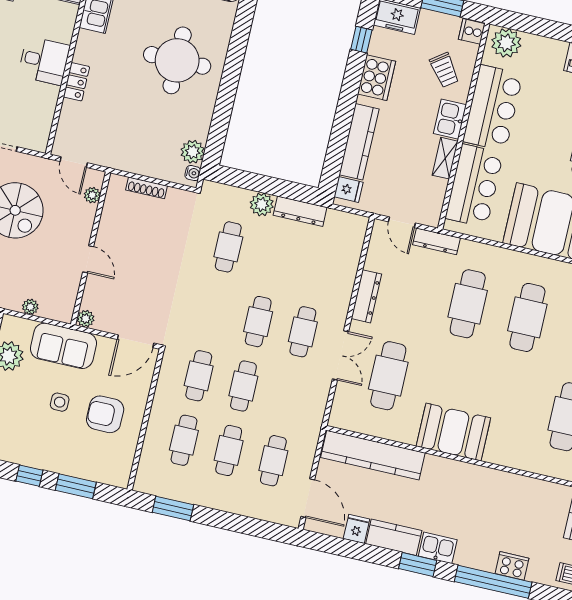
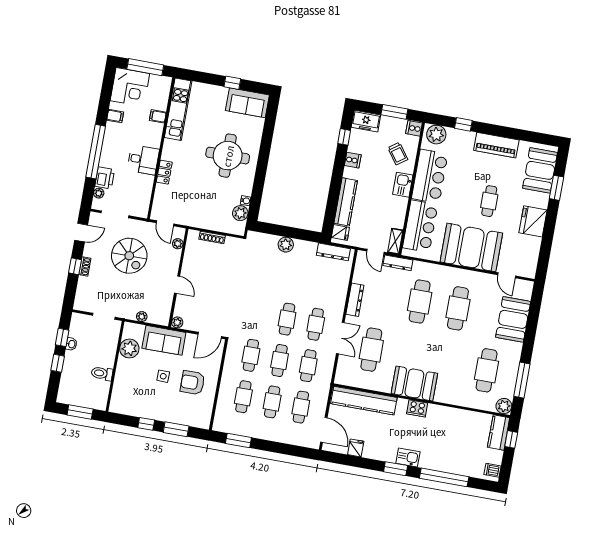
window: (549, 29) -> (463, 124), added
cooker: (377, 78) -> (353, 160), width x0.53, depth x0.76
shelving: (445, 158) -> (395, 241), moved
water cooler: (193, 173) -> (246, 201), moved
dresser: (300, 211) -> (333, 252), moved
cafe table: (228, 247) -> (308, 366), moved
kitchen counter: (394, 537) -> (380, 452), removed
cooker: (512, 566) -> (417, 408), moved, turned 180

